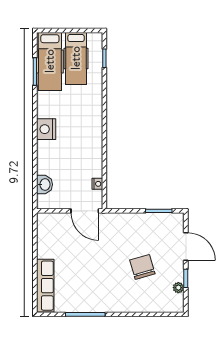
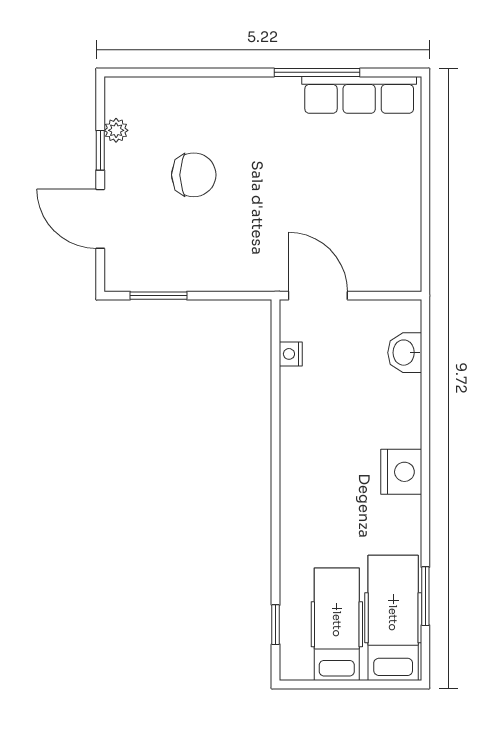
chair: (142, 267) -> (194, 175), turned -74
row of seats: (45, 286) -> (359, 95), moved, turned -90

